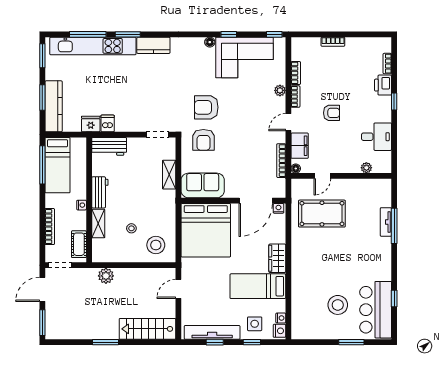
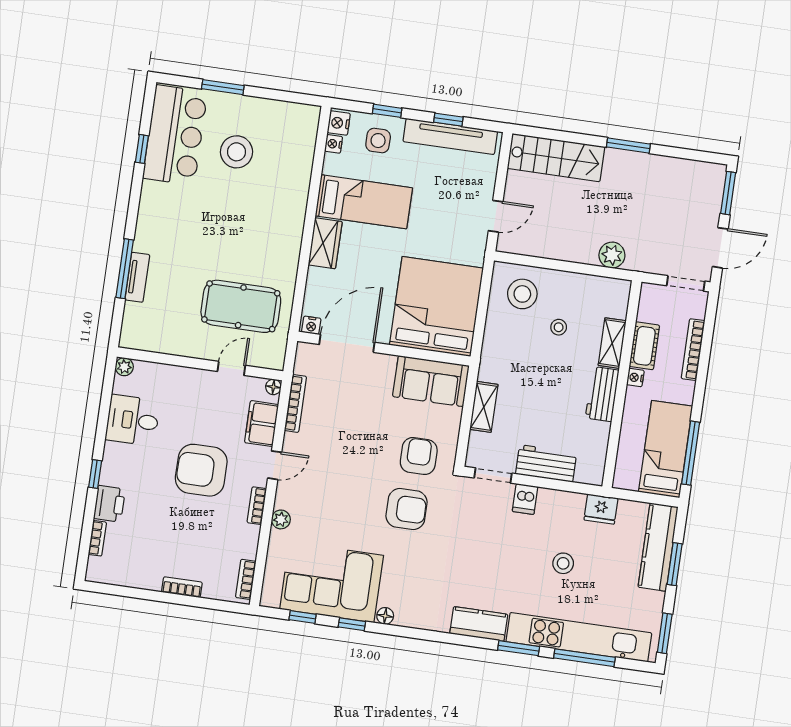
window: (274, 34) -> (303, 617), moved
bookcase: (296, 73) -> (246, 579), moved
stool: (109, 89) -> (563, 563), added
armchair: (331, 113) -> (201, 470), width x1.88, depth x1.88
dishwasher: (108, 123) -> (525, 499), moved
workbench: (109, 146) -> (546, 463), moved
plant: (366, 168) -> (124, 367), moved
cot: (79, 244) -> (644, 346), moved

